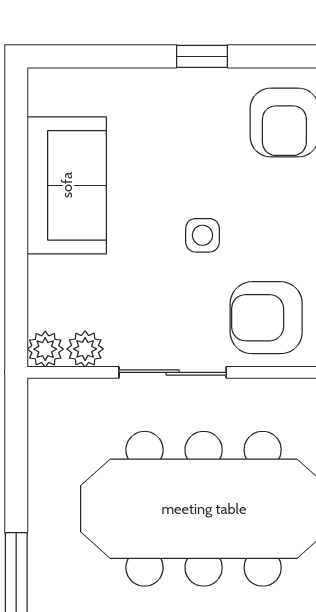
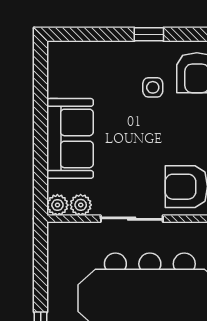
sofa: (67, 185) -> (70, 138), moved
side table: (202, 235) -> (153, 87), moved

